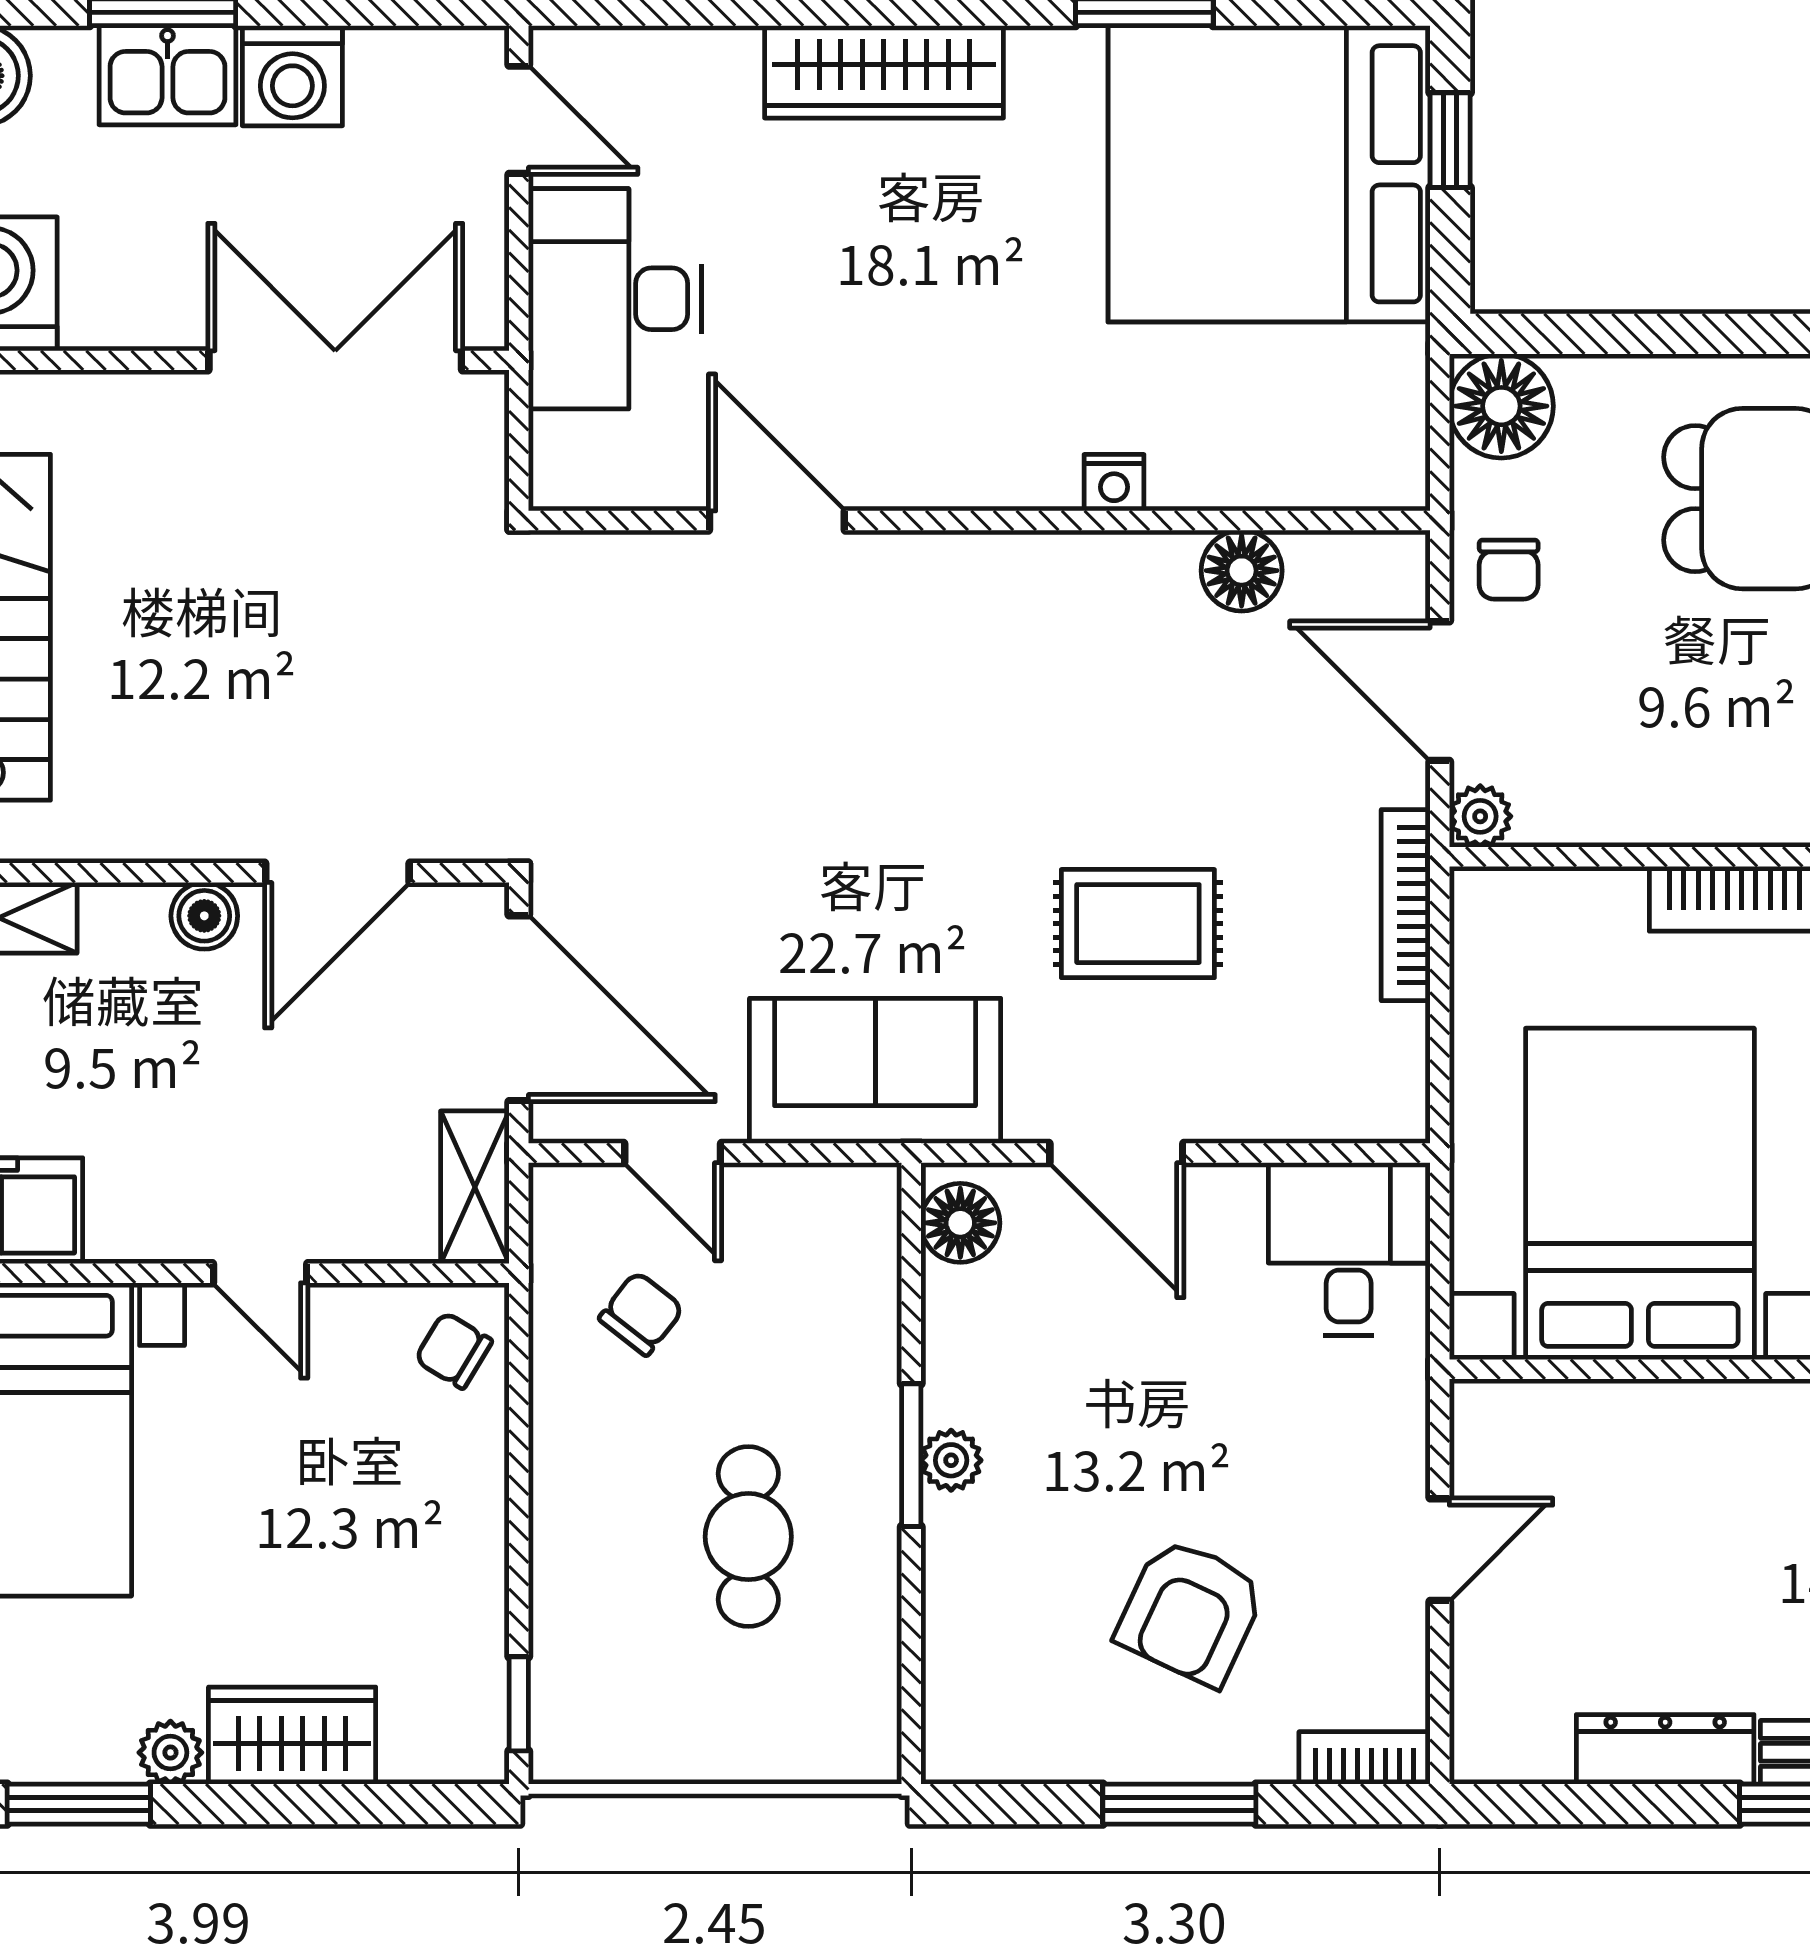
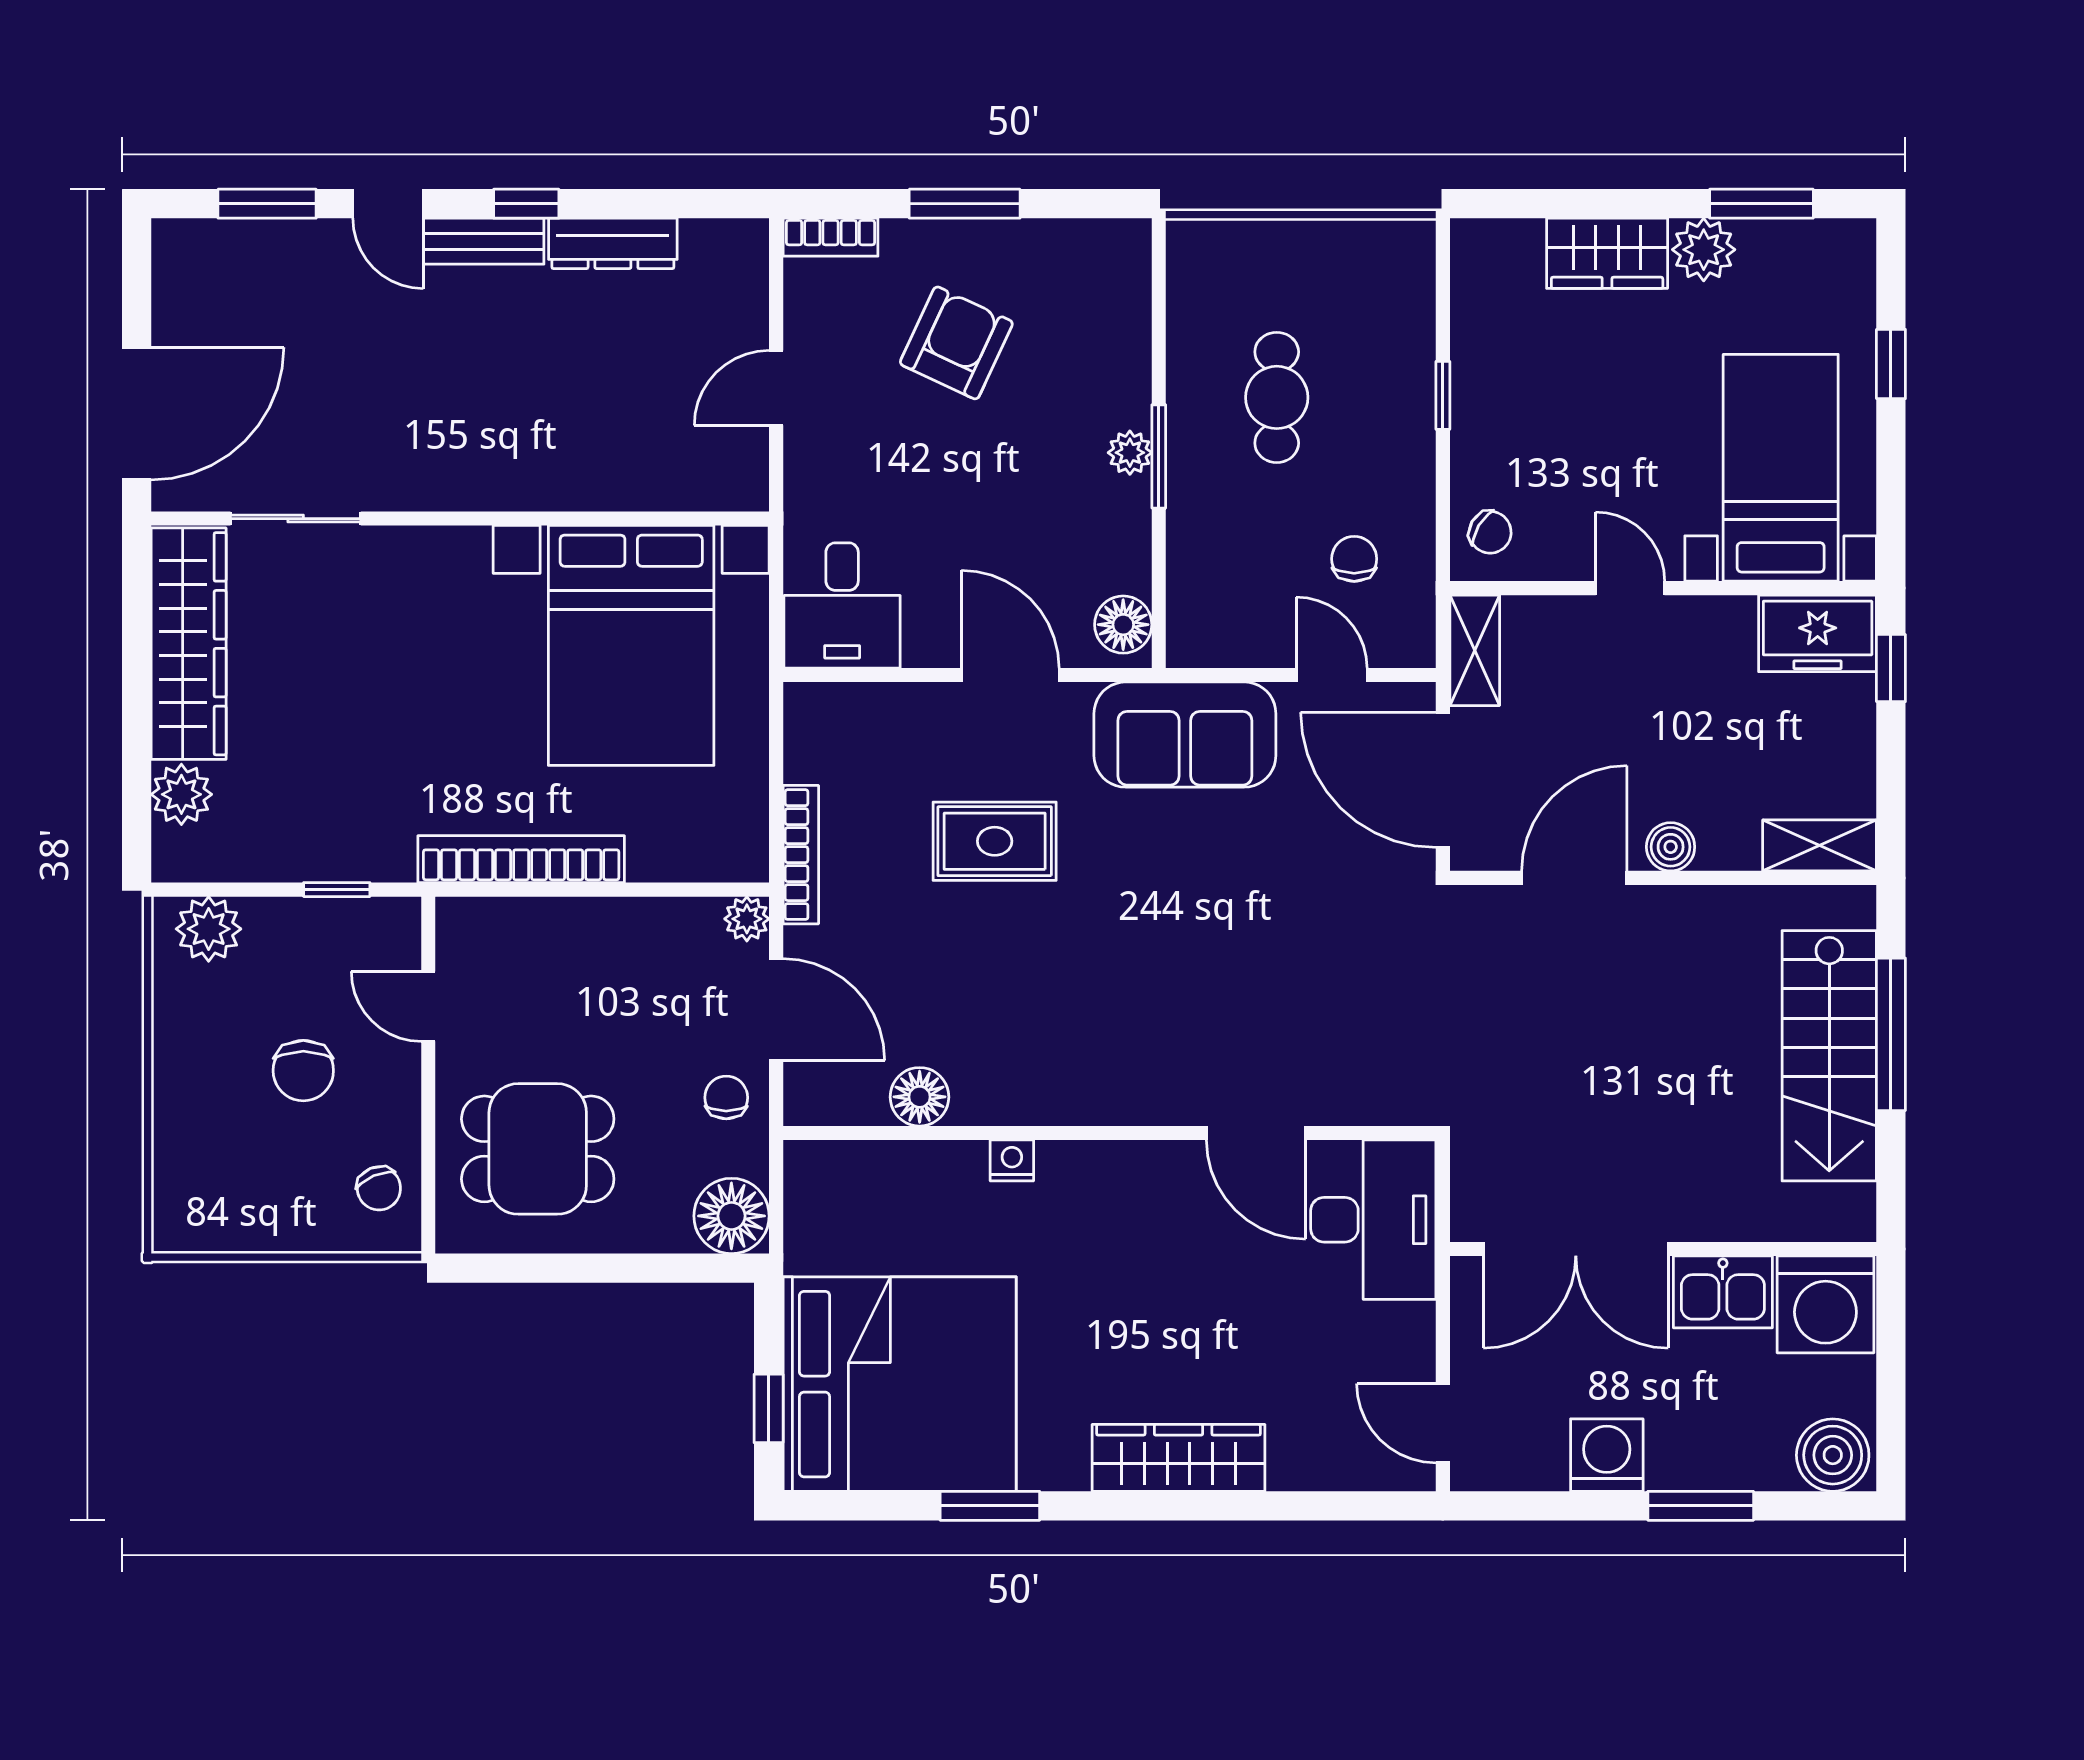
kitchen sink: (167, 75) -> (1723, 1292), moved, turned 180
desk: (615, 299) -> (1373, 1220), moved
chair: (641, 1314) -> (1354, 559), turned 142
window: (519, 1704) -> (1443, 395), moved
plant: (170, 1753) -> (1704, 250), width x1.38, depth x1.38

